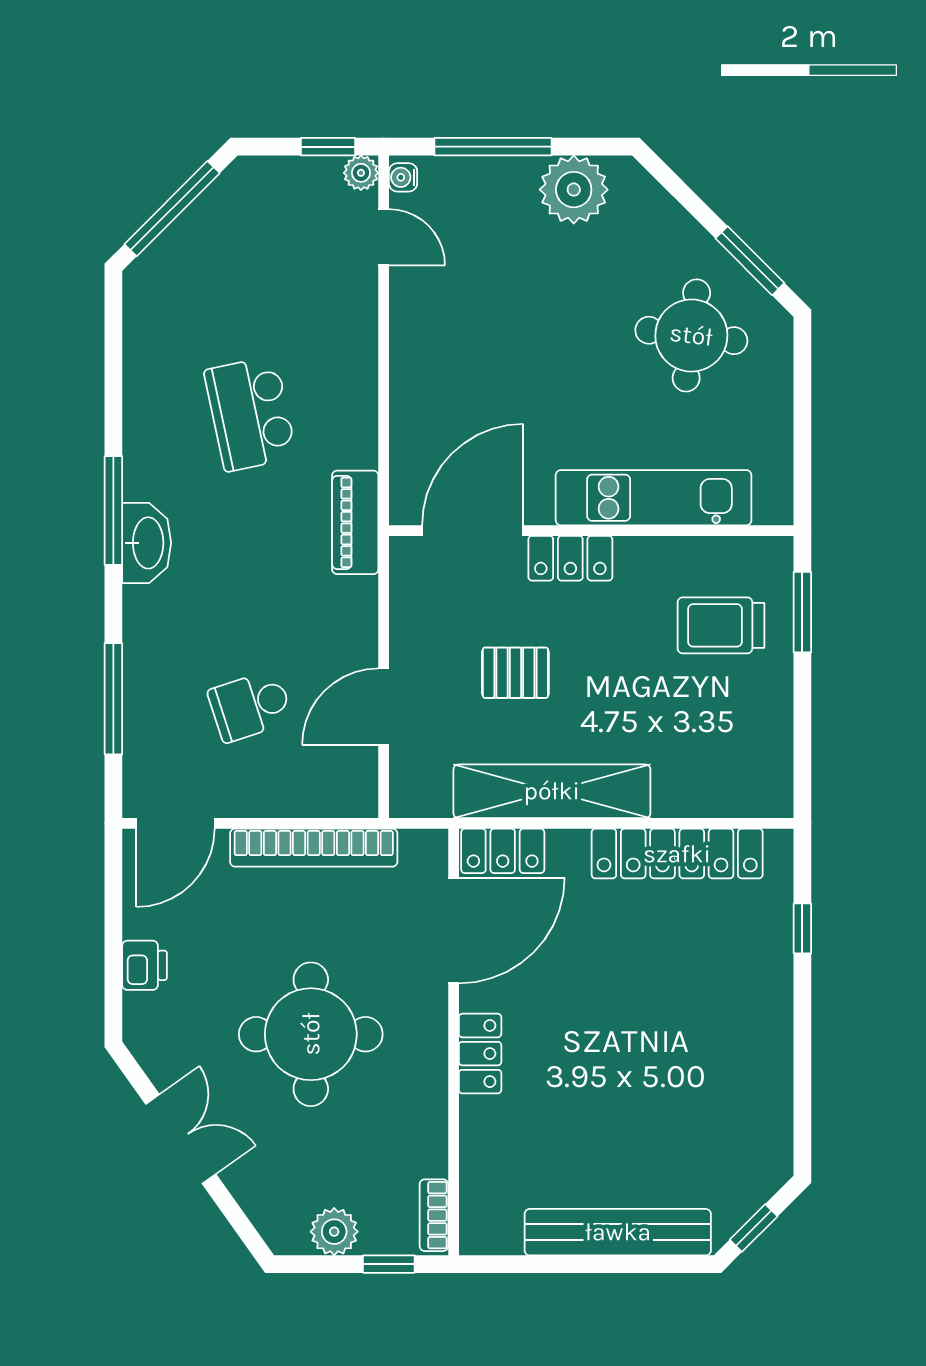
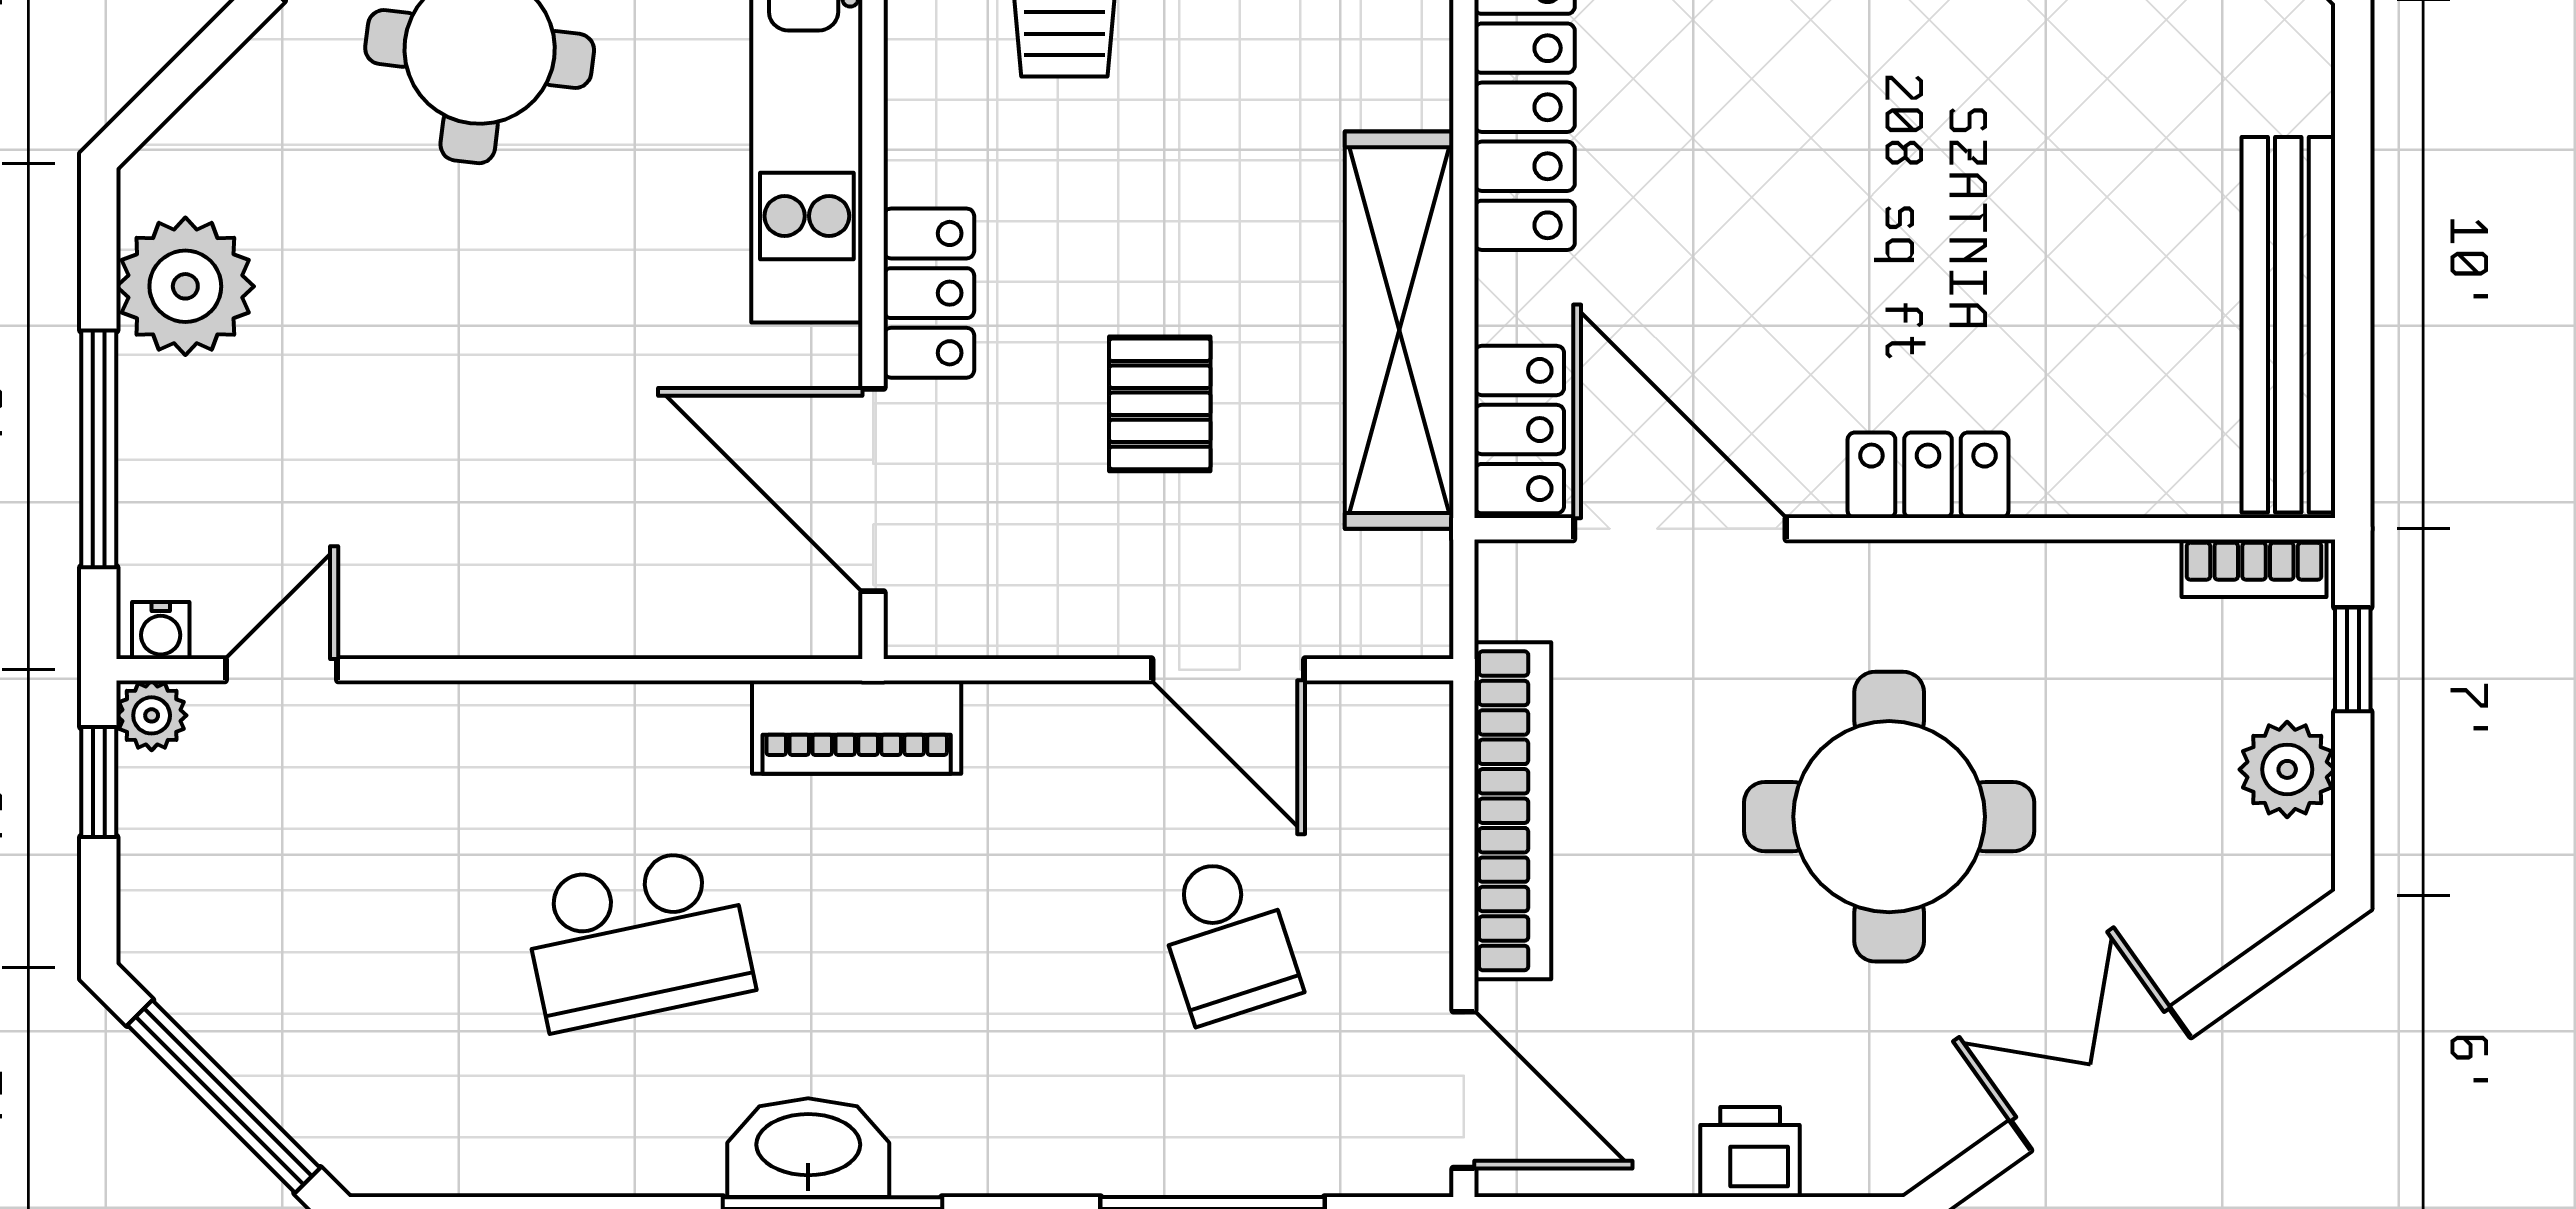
washbasin: (147, 543) -> (808, 1148), moved
bench: (618, 1232) -> (2288, 325), moved

